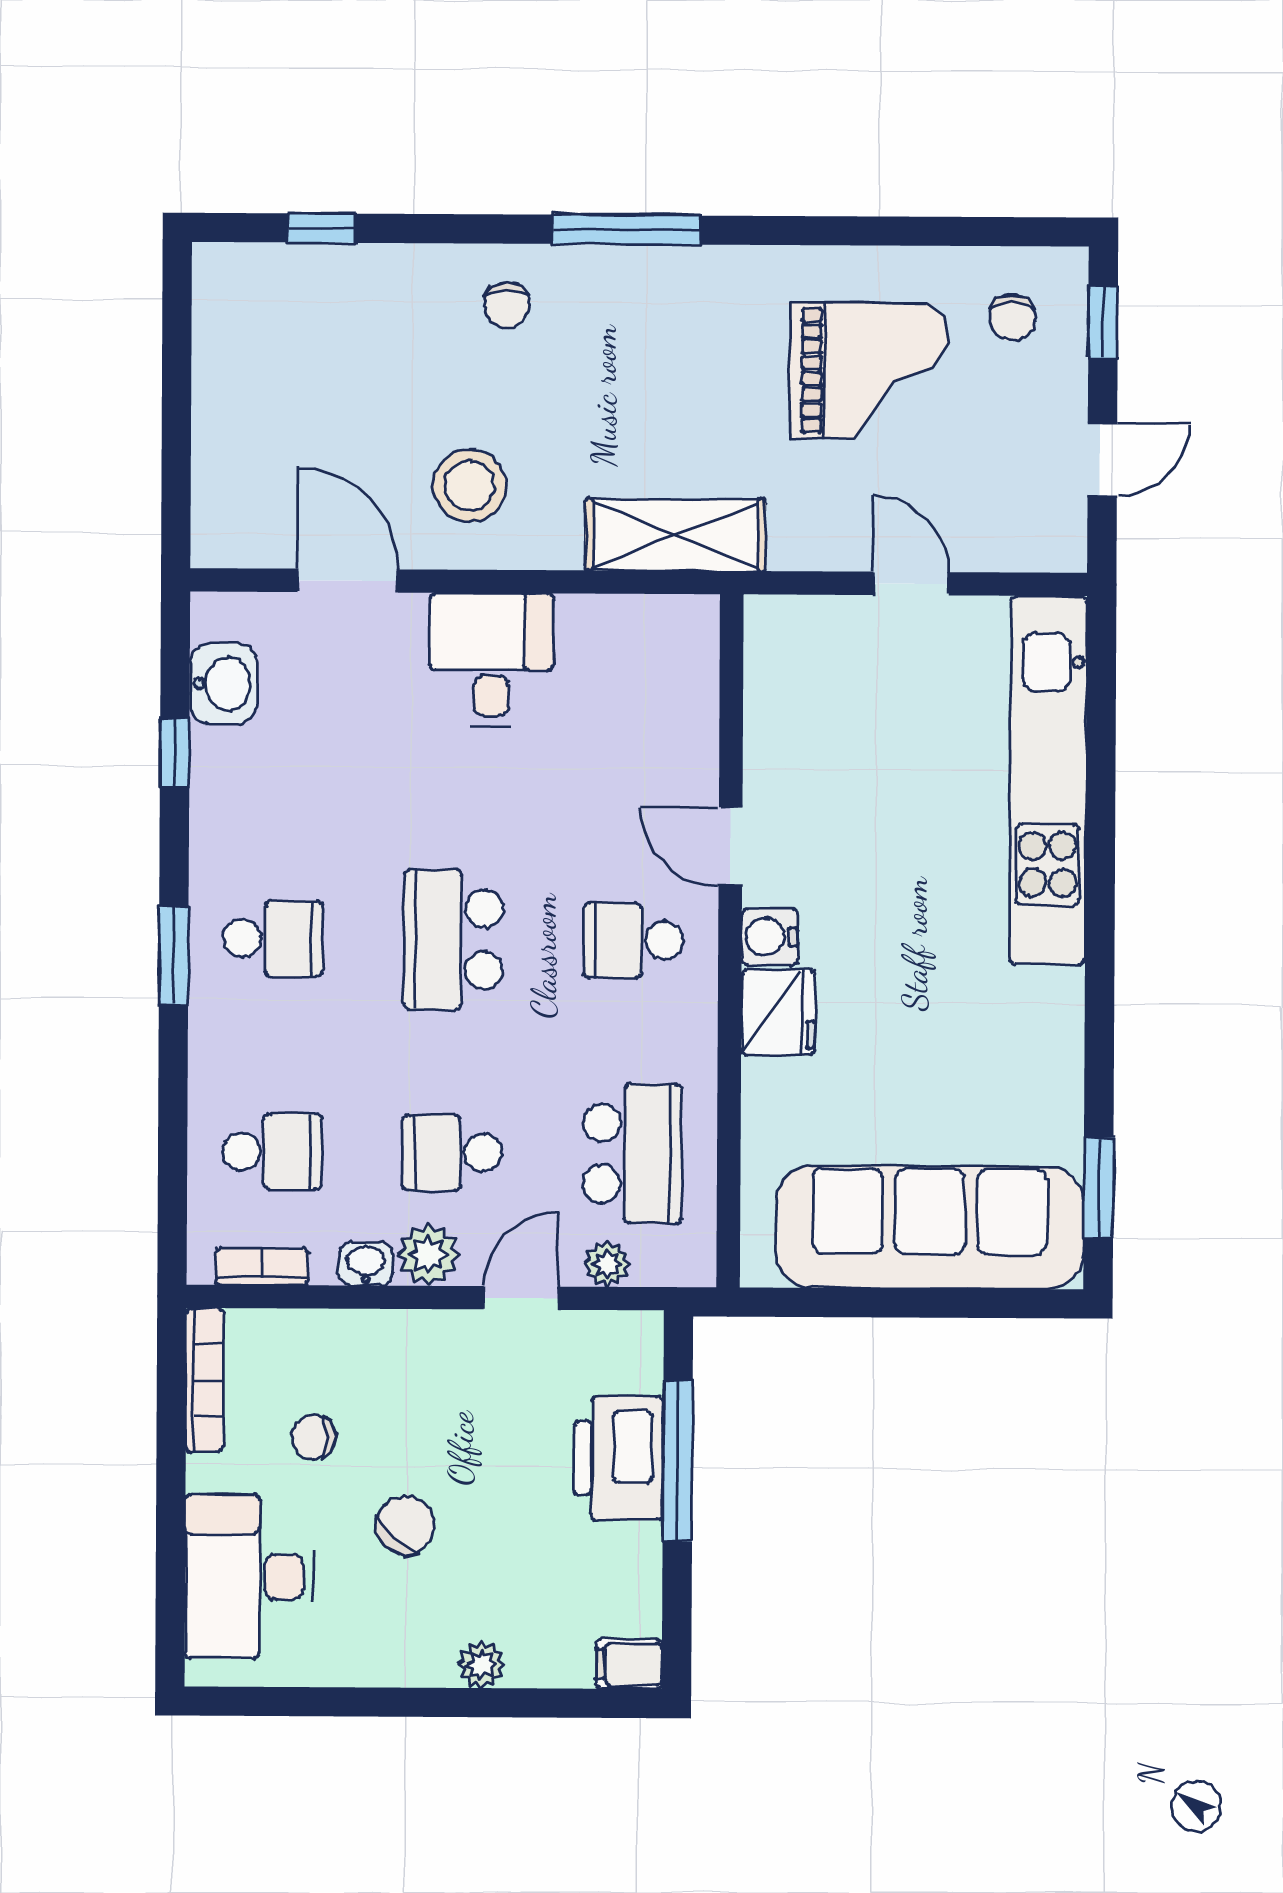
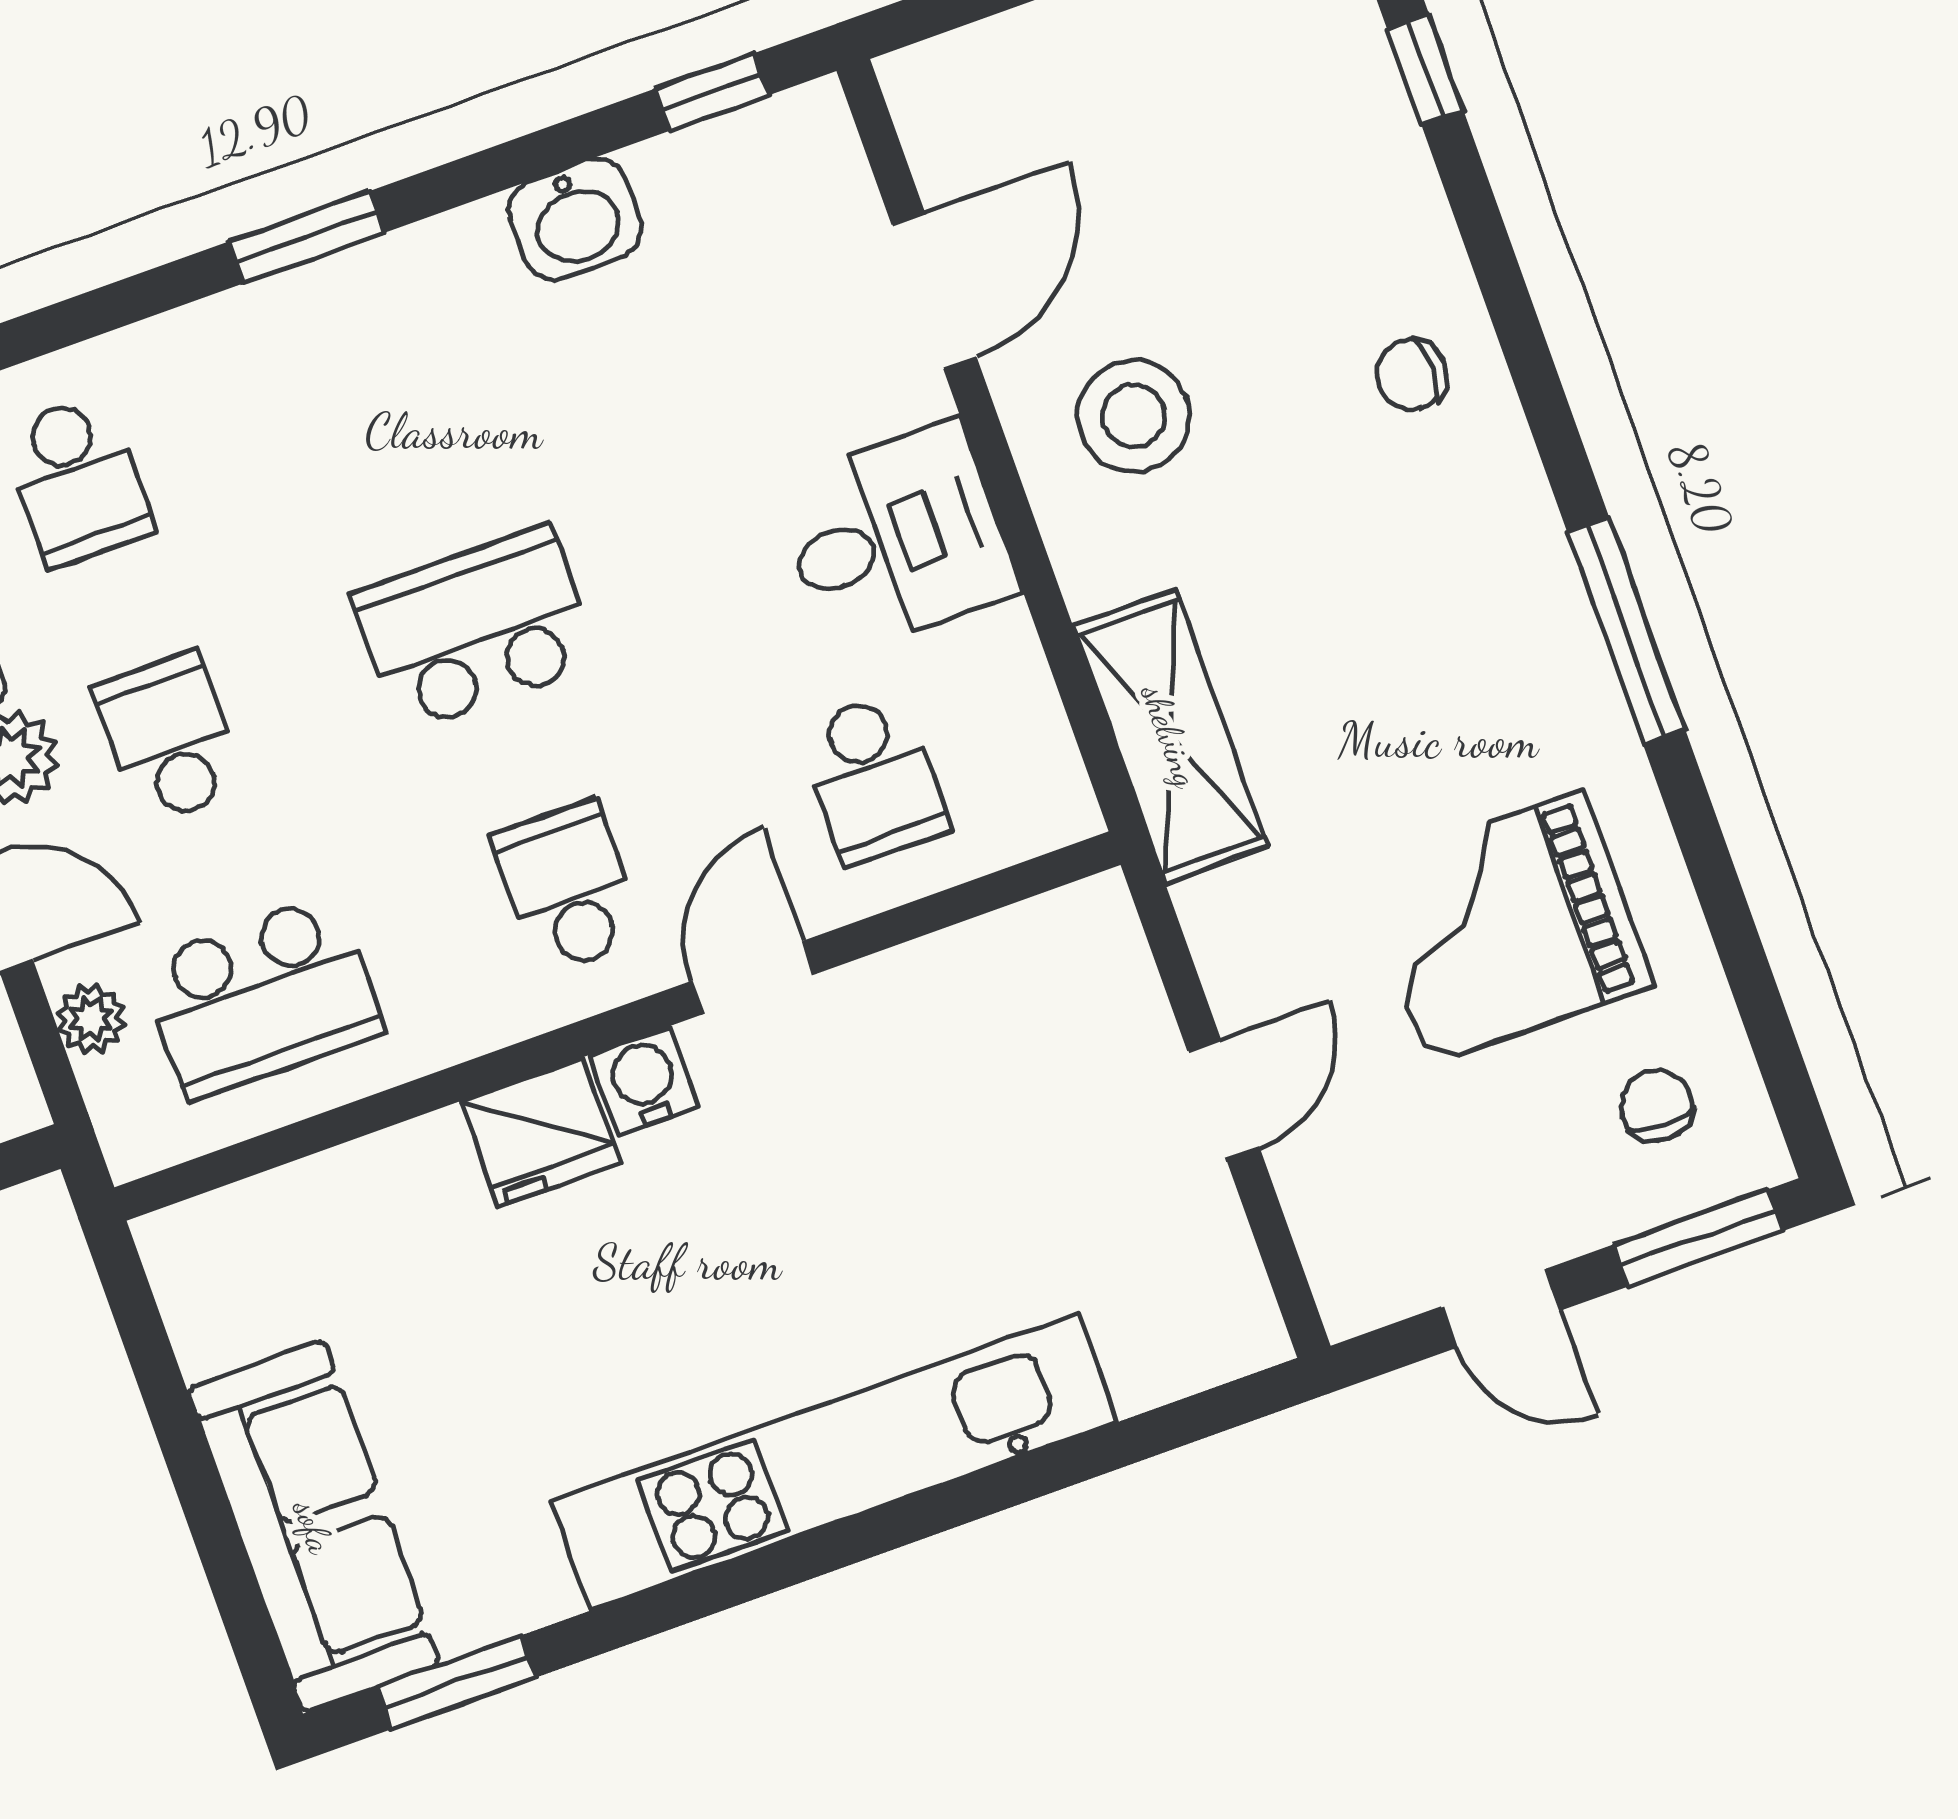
window: (626, 230) -> (1626, 631), moved
chair: (1012, 318) -> (1657, 1106), turned 90
window: (1103, 322) -> (1698, 1238), width x1.50
grand piano: (869, 371) -> (1506, 928), turned 90
washbasin: (224, 684) -> (575, 219), moved
window: (175, 753) -> (711, 92), moved
kitchen unit: (1048, 780) -> (834, 1462), moved
school desk: (273, 938) -> (874, 778), moved
sofa: (930, 1227) -> (314, 1527), width x0.74, depth x0.79

